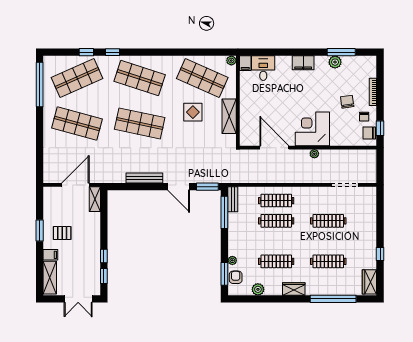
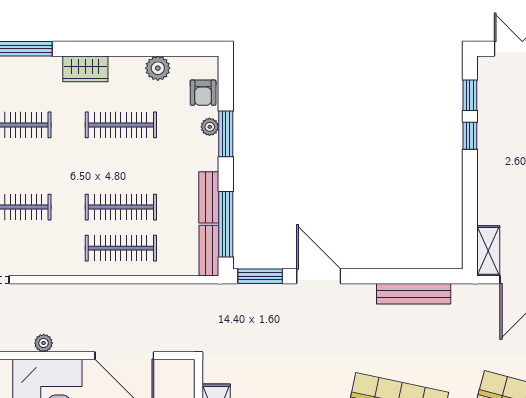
bench: (144, 178) -> (414, 294), moved
bench: (233, 226) -> (209, 197), added
window: (224, 274) -> (226, 134), moved

